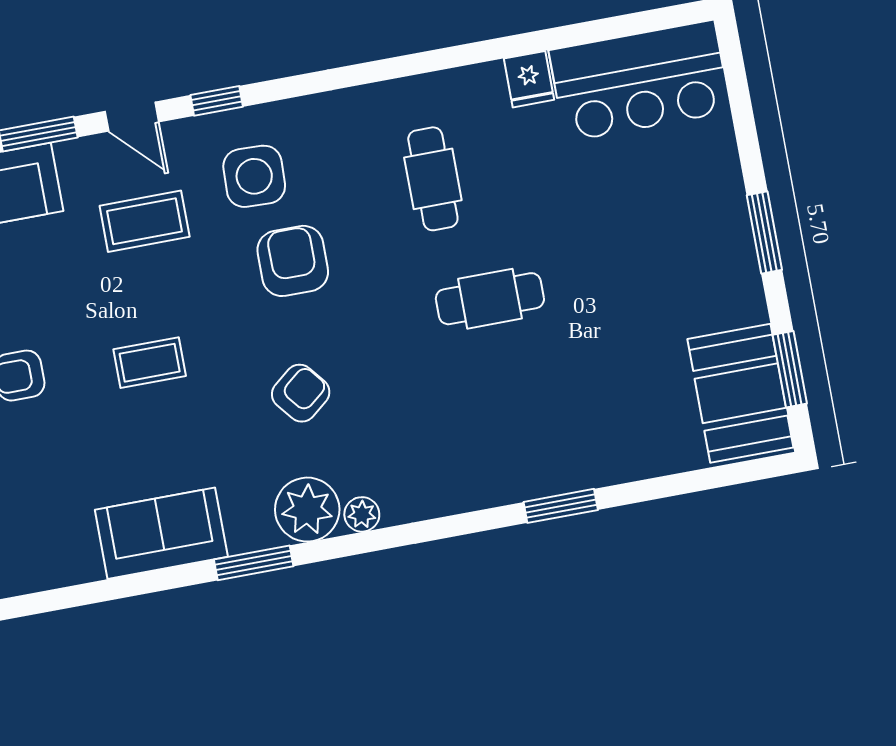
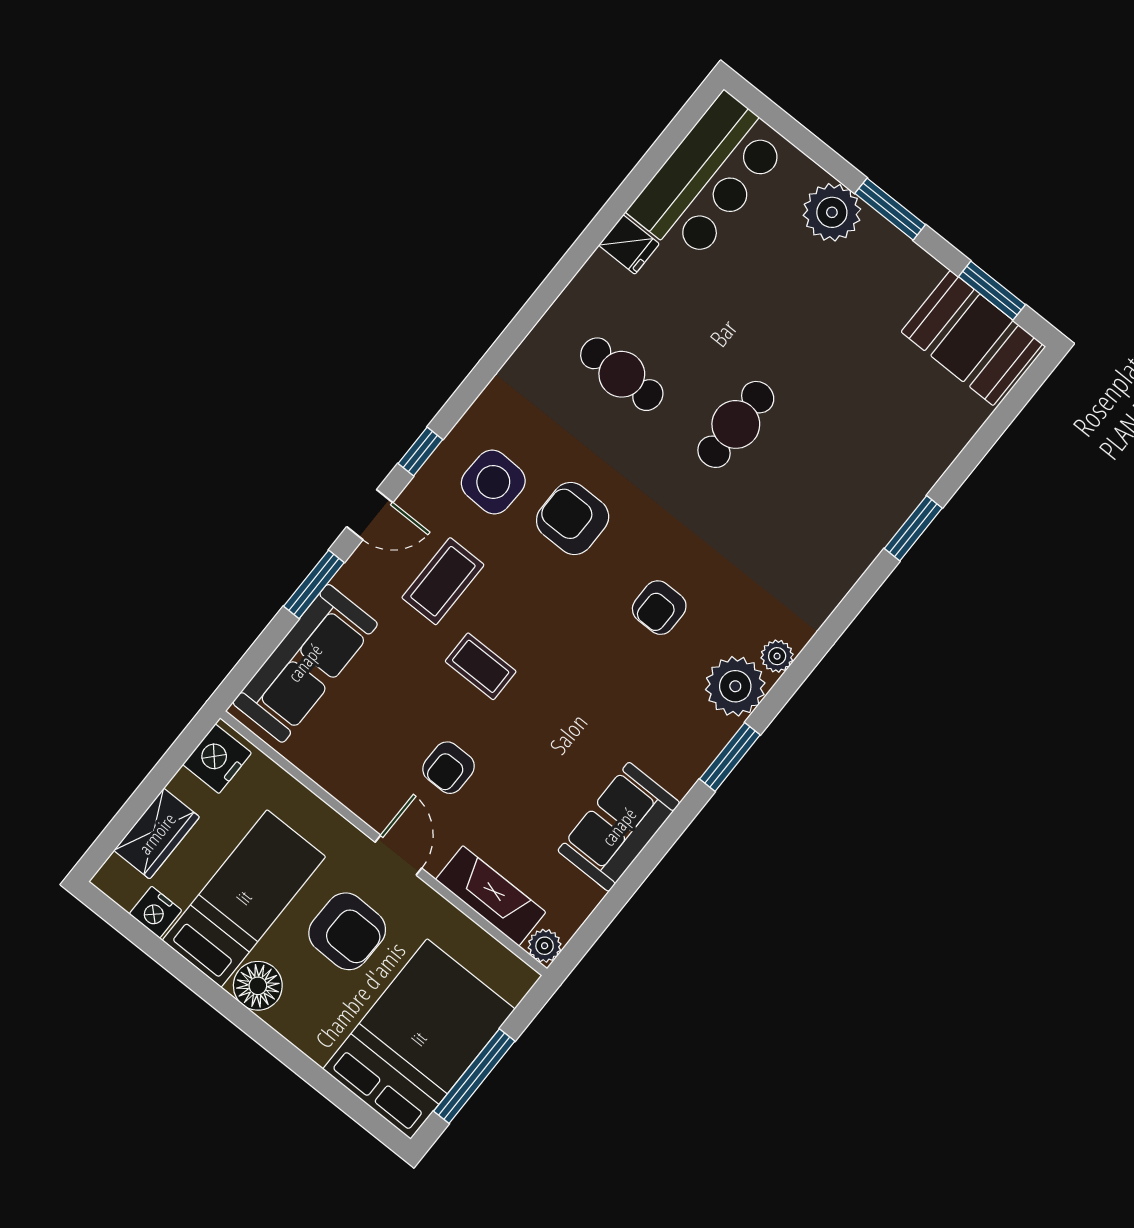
plant: (715, 195) -> (832, 212), added
coffee table: (150, 363) -> (481, 666), moved, turned 90
armchair: (301, 393) -> (659, 608), turned -141
sofa: (161, 533) -> (619, 827), moved

